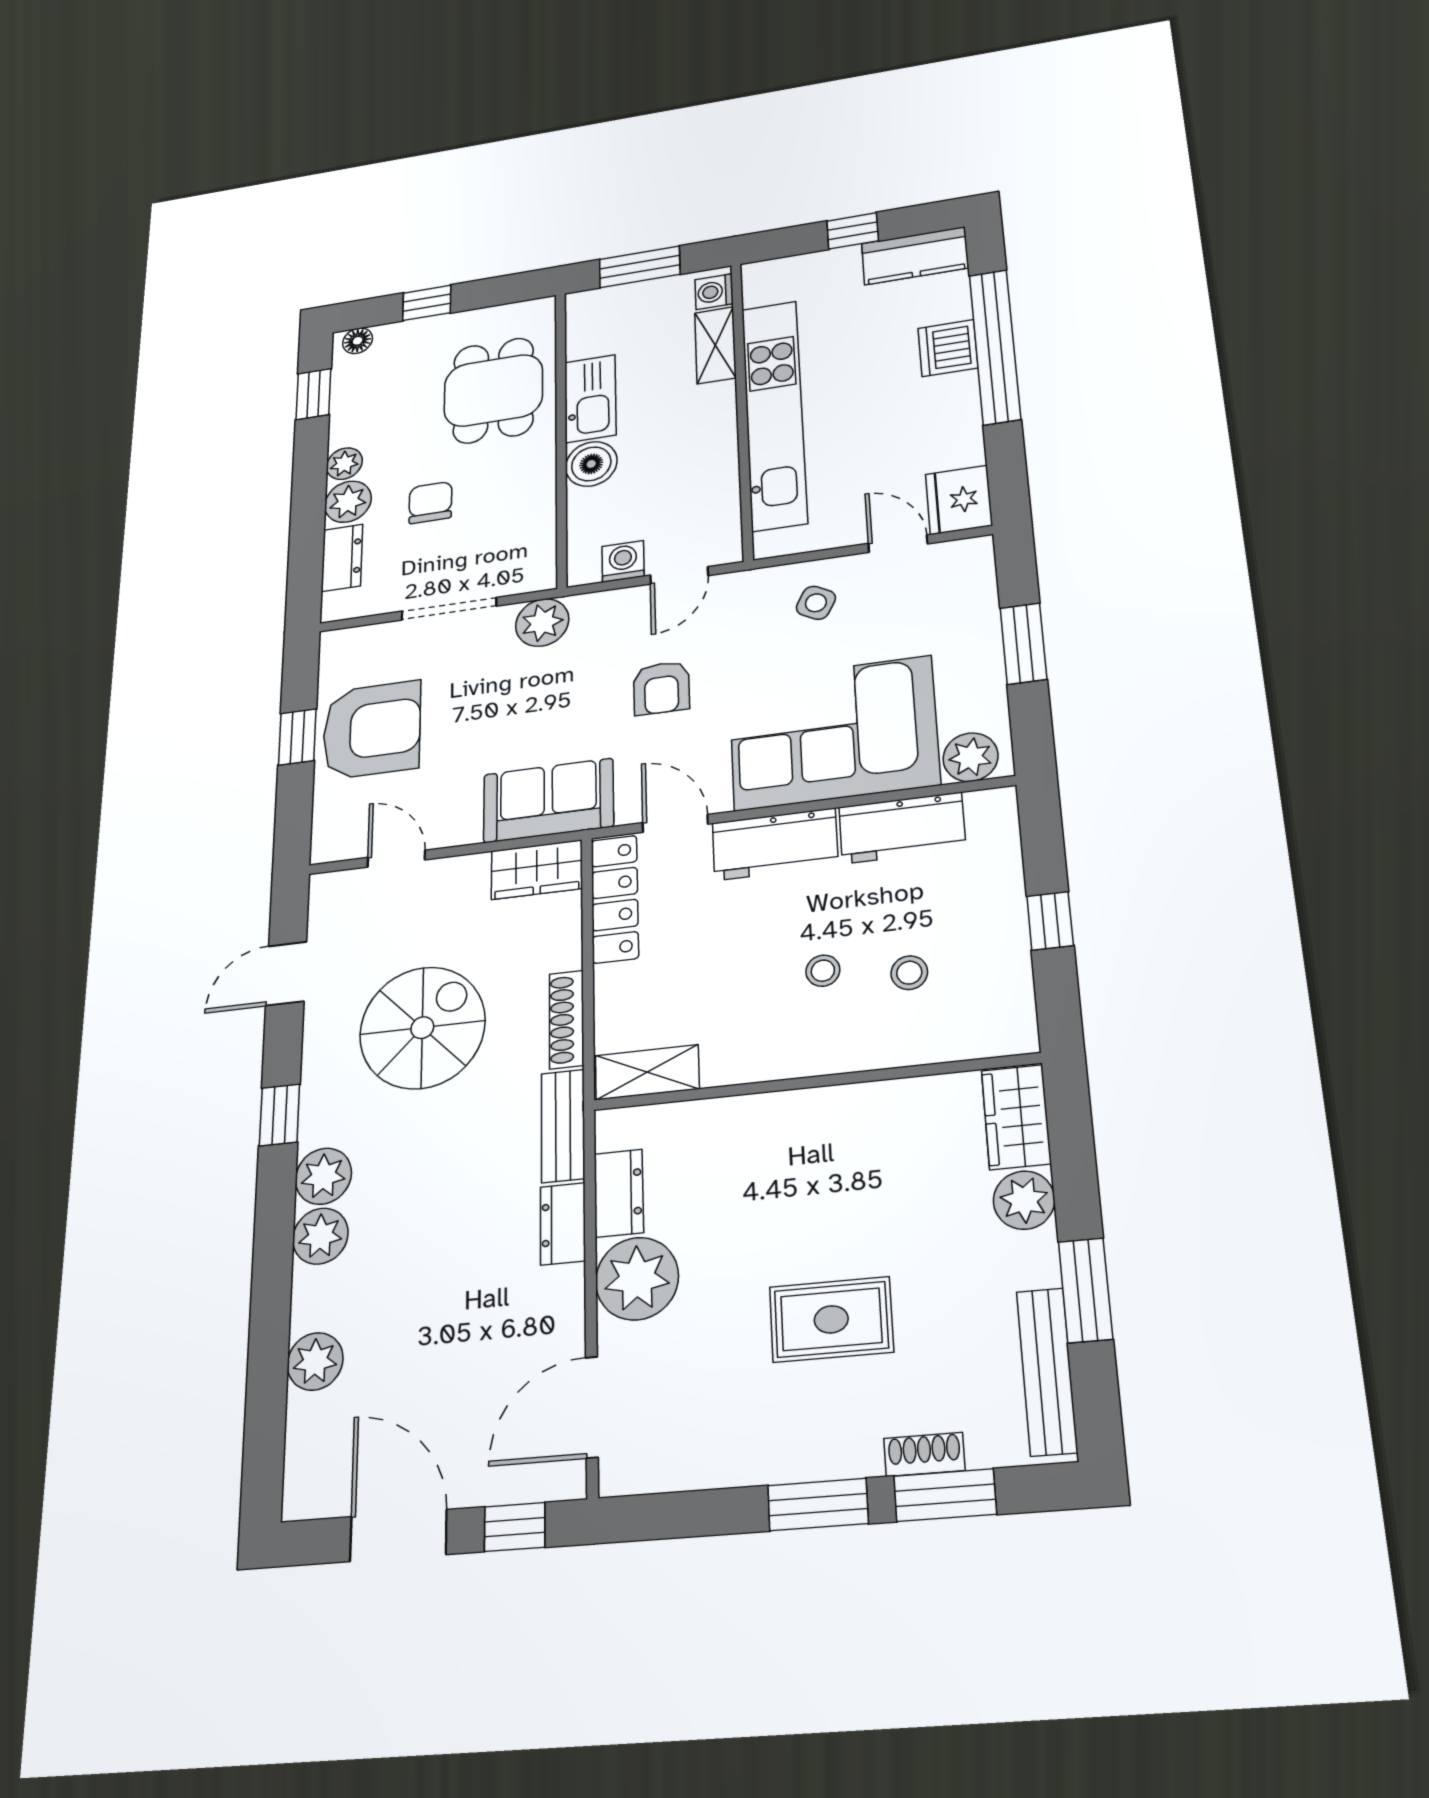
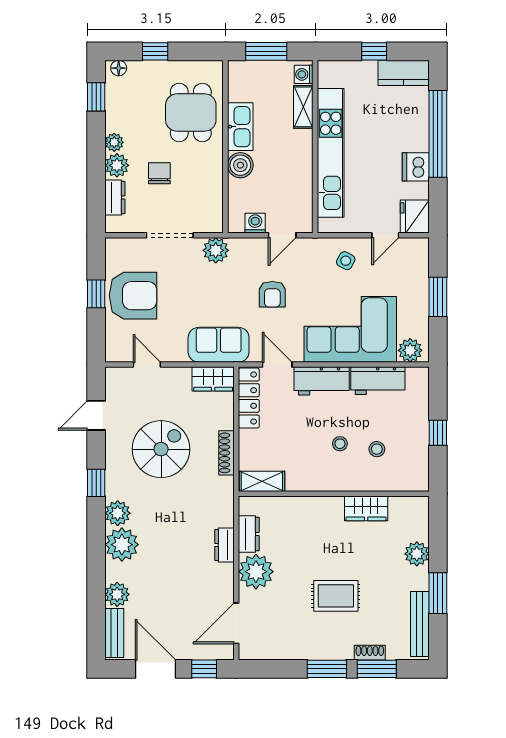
dishwasher: (948, 348) -> (416, 167), moved
door: (898, 544) -> (385, 235), swing flipped
wardrobe: (1016, 1117) -> (366, 508), moved, turned -90
bench: (563, 1126) -> (114, 633), moved
plant: (320, 1236) -> (122, 545), width x1.36, depth x1.36

